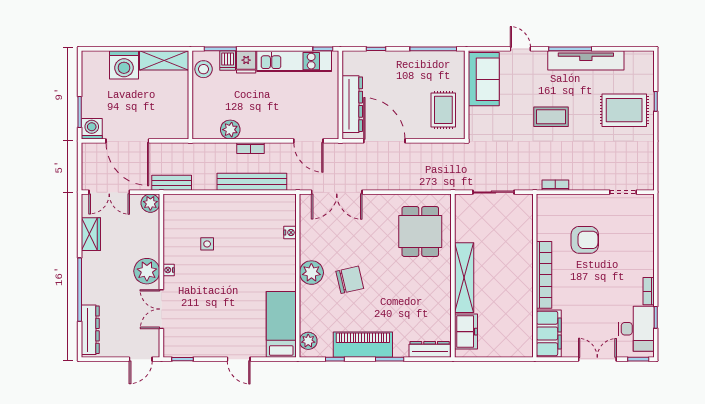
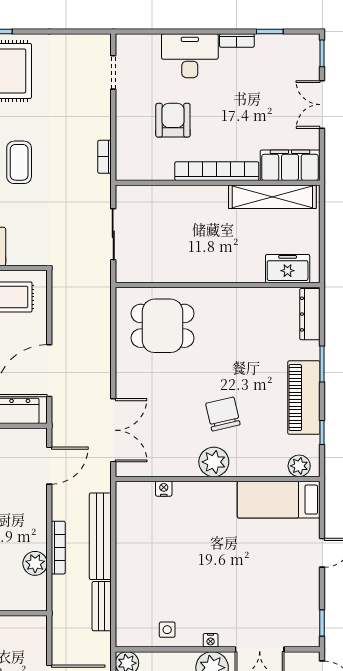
bookcase: (251, 148) -> (58, 548), width x1.56
bench: (172, 183) -> (102, 606), moved
side table: (207, 244) -> (167, 630), moved
shelving: (464, 278) -> (272, 197), moved
desk: (636, 329) -> (190, 56), moved

